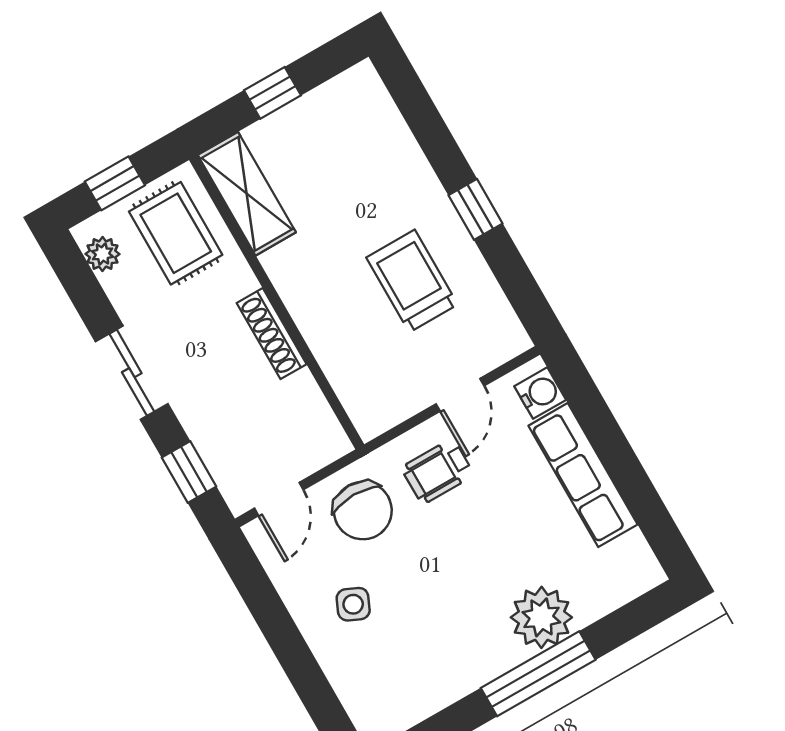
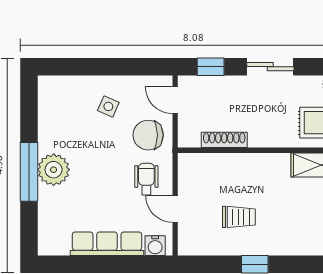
trolley: (412, 281) -> (239, 217), width x0.73, depth x0.72
shoe rack: (272, 334) -> (224, 140), moved
plant: (541, 617) -> (54, 170), moved

